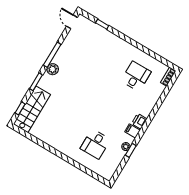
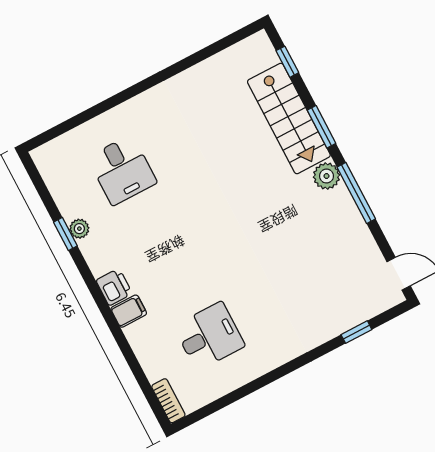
desk: (136, 76) -> (209, 336), turned -90
stairs: (32, 109) -> (289, 118), moved
filing cabinet: (132, 131) -> (129, 311), moved
desk: (95, 144) -> (122, 170), turned 180

